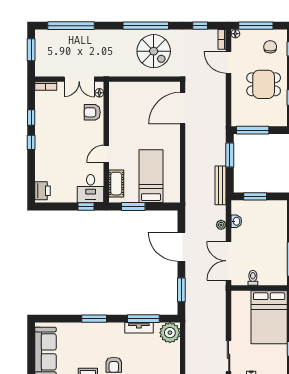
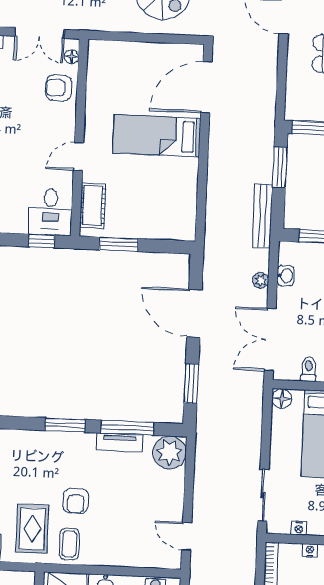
bed: (151, 176) -> (157, 136), moved, turned -90
floor lamp: (237, 297) -> (282, 399), added
window: (94, 319) -> (65, 425), moved

